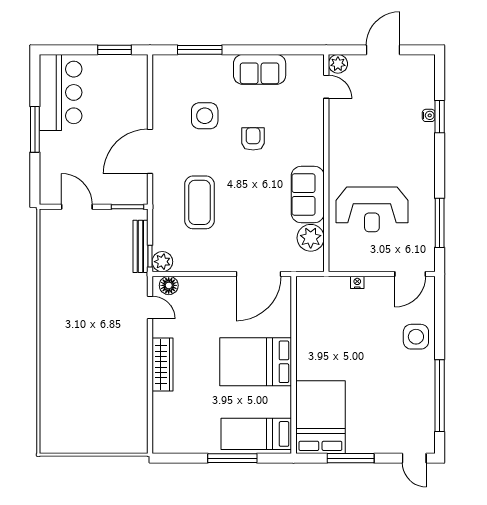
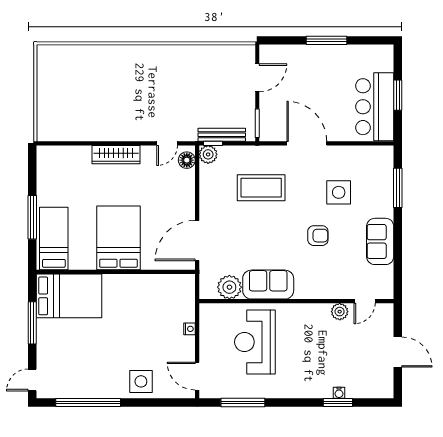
window: (115, 50) -> (398, 95), moved
plant: (338, 64) -> (340, 312), moved
bar counter: (61, 92) -> (375, 107), moved, turned 90
door: (259, 274) -> (197, 241), hinge flipped

